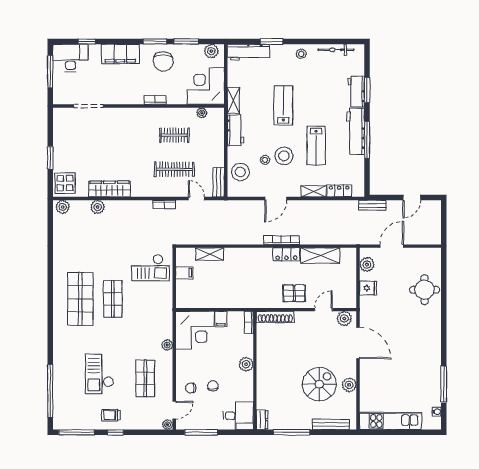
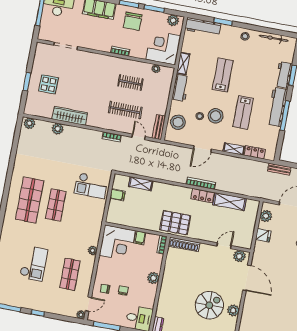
display table: (65, 183) -> (48, 84), moved
pallet: (294, 293) -> (175, 223), moved, width x1.50, depth x1.42
checkout: (99, 374) -> (34, 264), turned 180
trolley: (111, 415) -> (37, 298), removed

